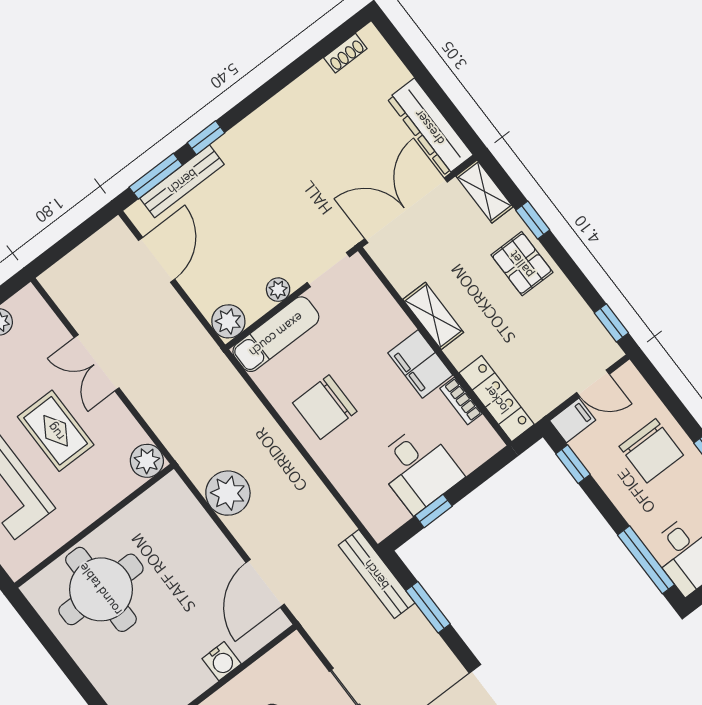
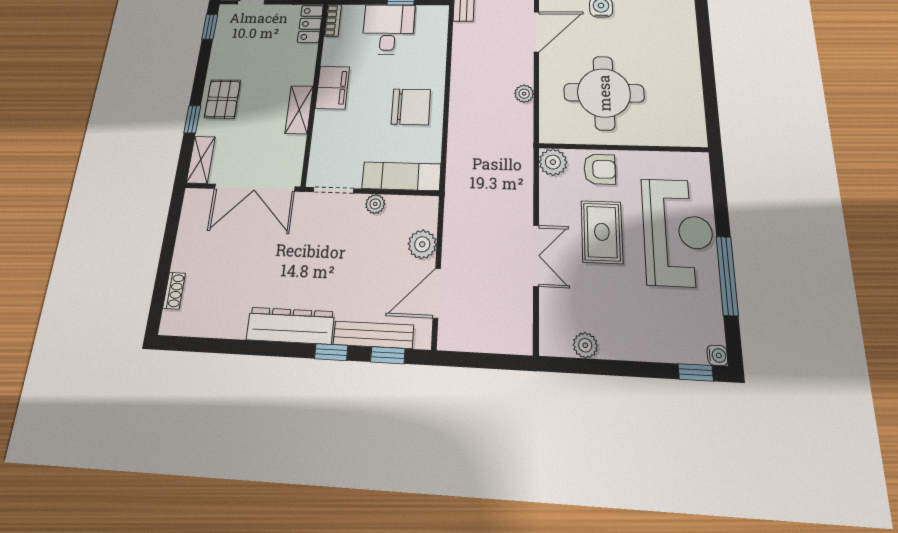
shoe rack: (345, 53) -> (174, 291), moved, turned 90
dresser: (430, 127) -> (290, 326), moved, turned -90
window: (156, 176) -> (388, 355), width x0.67
plant: (228, 321) -> (422, 244), moved
locker: (497, 399) -> (310, 24), width x0.66
bookcase: (461, 401) -> (333, 20), moved
armchair: (100, 488) -> (600, 169), added
plant: (228, 493) -> (524, 94), width x0.53, depth x0.53
round table: (101, 589) -> (604, 93), moved

